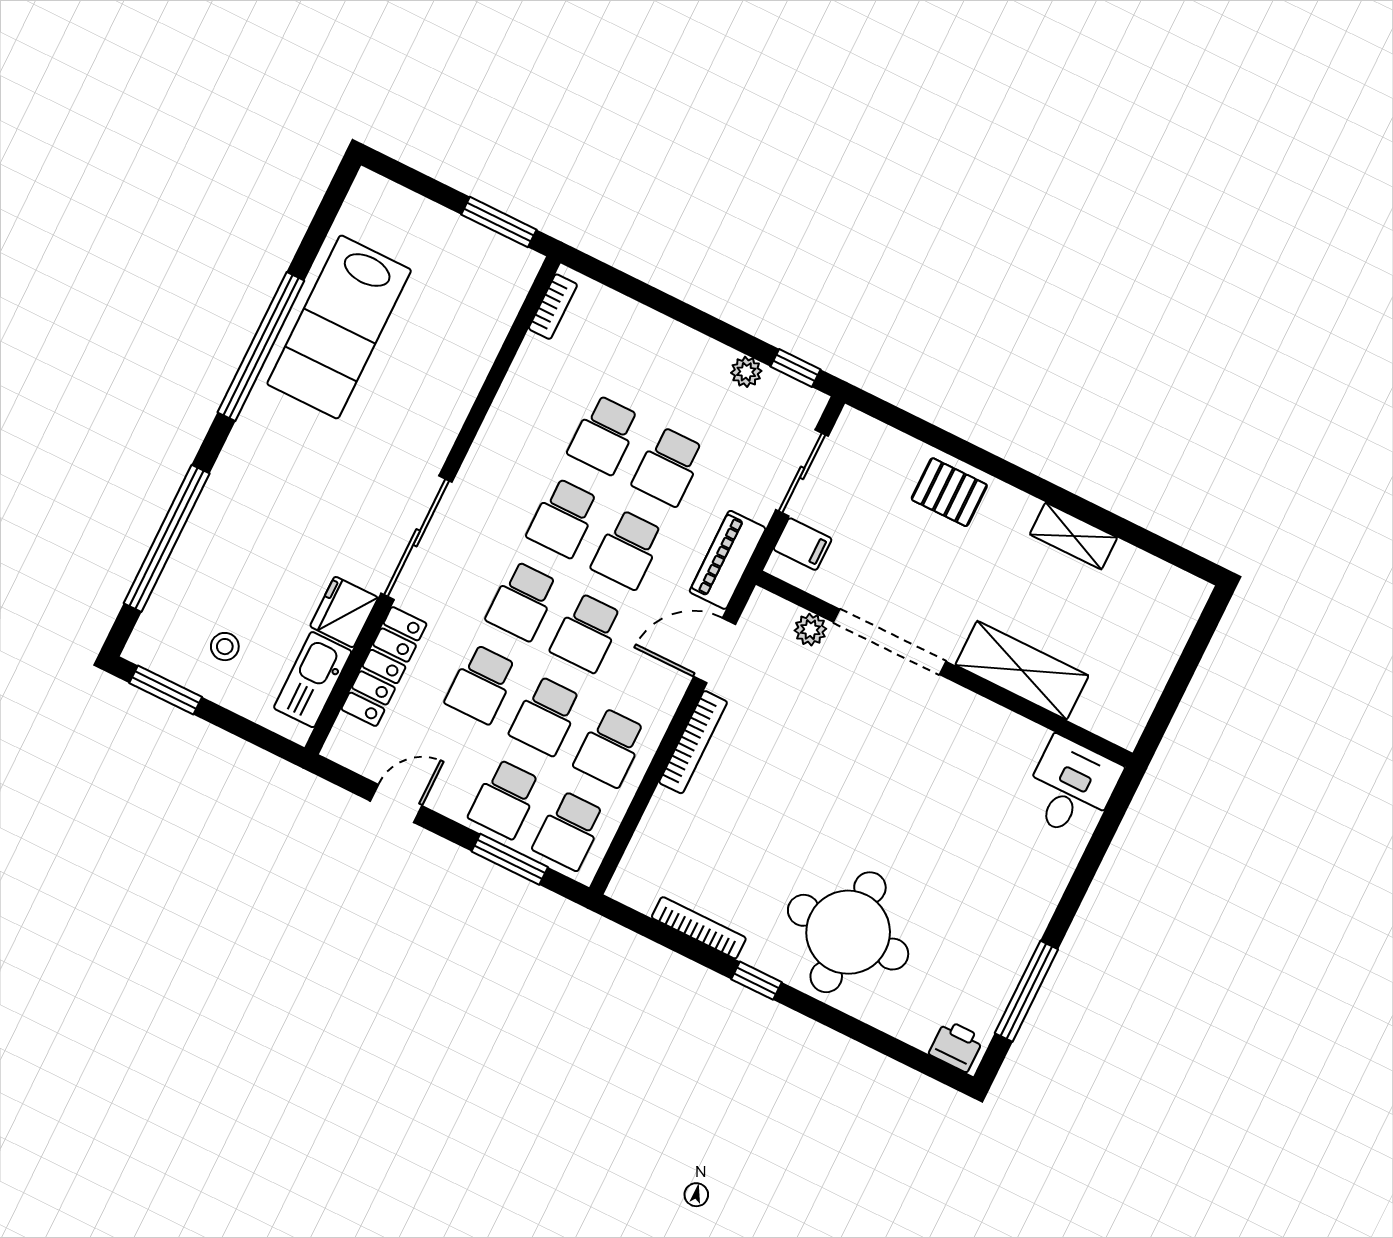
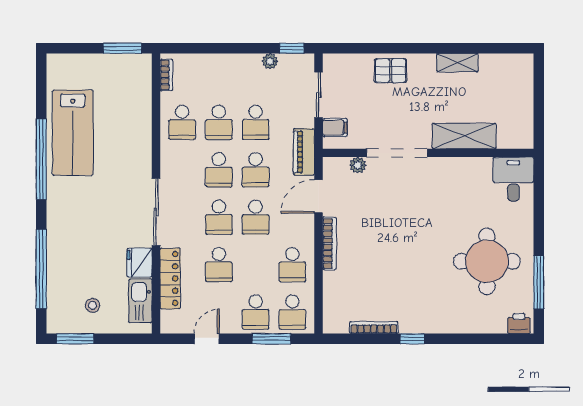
school desk: (546, 716) -> (182, 122), moved
round table: (848, 932) -> (487, 261), moved

